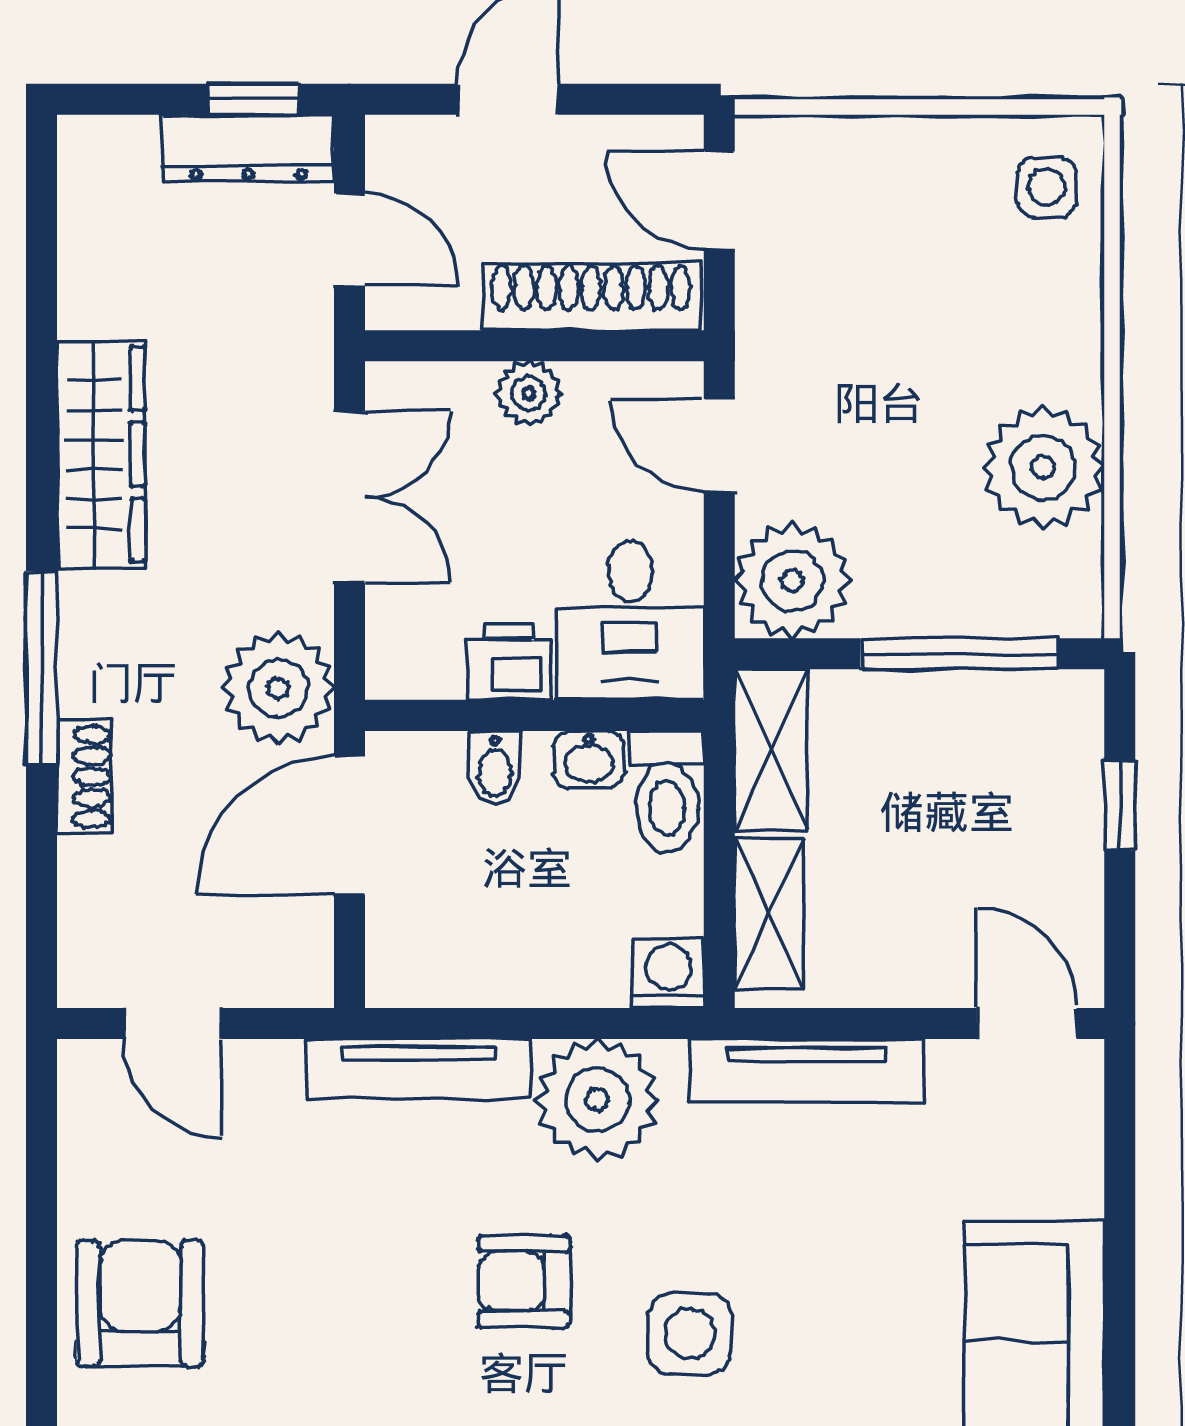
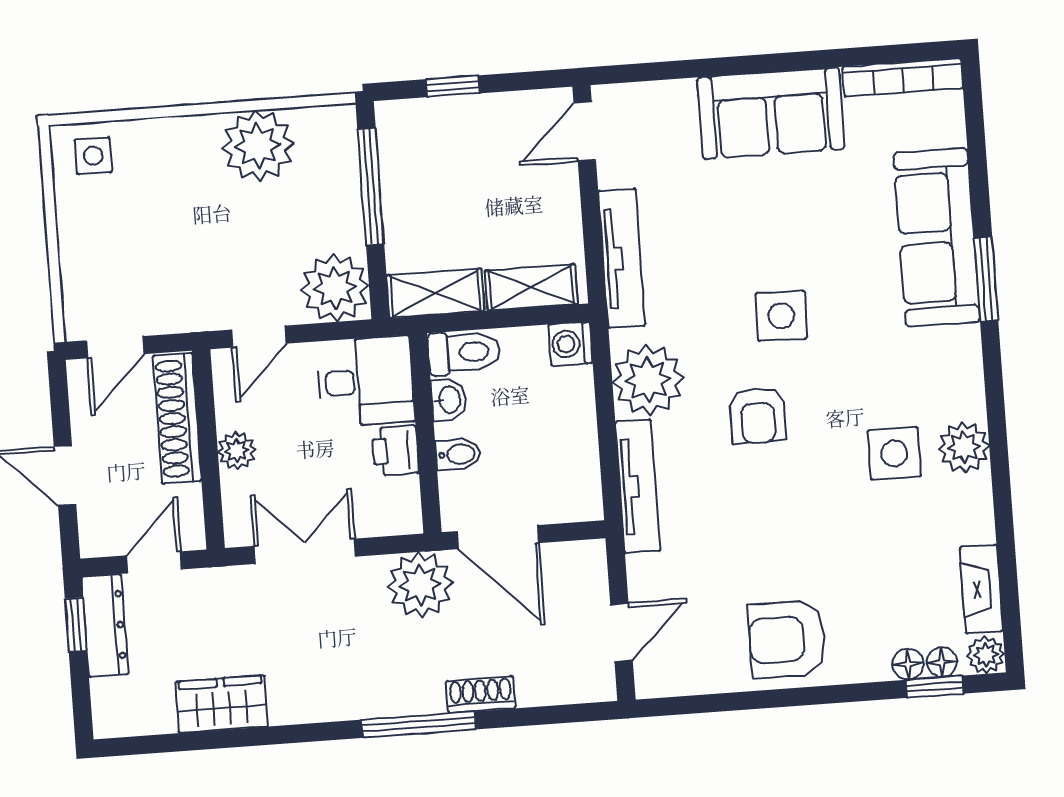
wardrobe: (101, 454) -> (222, 704), moved, width x0.67

